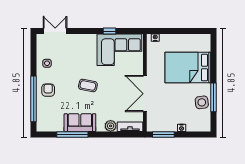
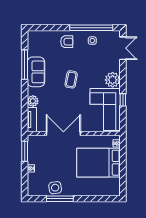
plant: (88, 42) -> (113, 80), added
bed: (188, 67) -> (99, 163), moved, turned -90
window: (34, 99) -> (91, 28), moved

